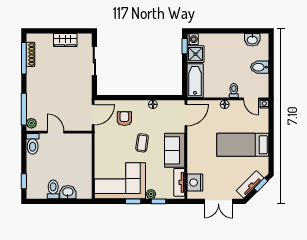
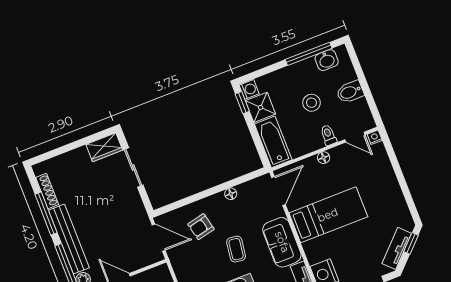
window: (242, 31) -> (309, 54), added
wardrobe: (65, 40) -> (104, 147), moved
window: (24, 58) -> (46, 213), moved
stool: (231, 64) -> (312, 103), added
bench: (32, 92) -> (69, 239), added
door: (93, 115) -> (159, 238), hinge flipped
armchair: (124, 119) -> (201, 227), turned -103
bed: (243, 145) -> (328, 215), moved, turned 180

